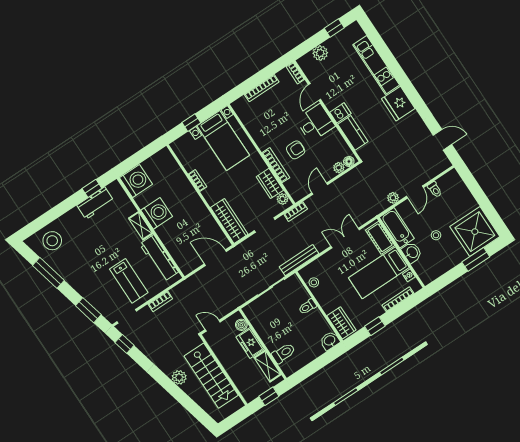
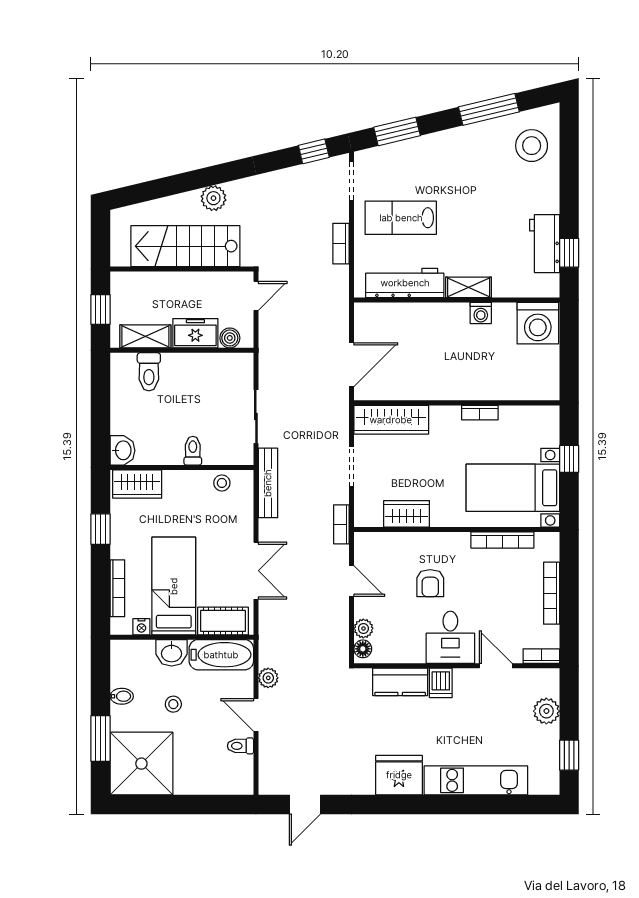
bookcase: (276, 165) -> (502, 540), moved
plant: (283, 199) -> (372, 517), removed
washing machine: (157, 213) -> (481, 313), width x0.53, depth x0.53
bidet: (449, 263) -> (122, 696), added

